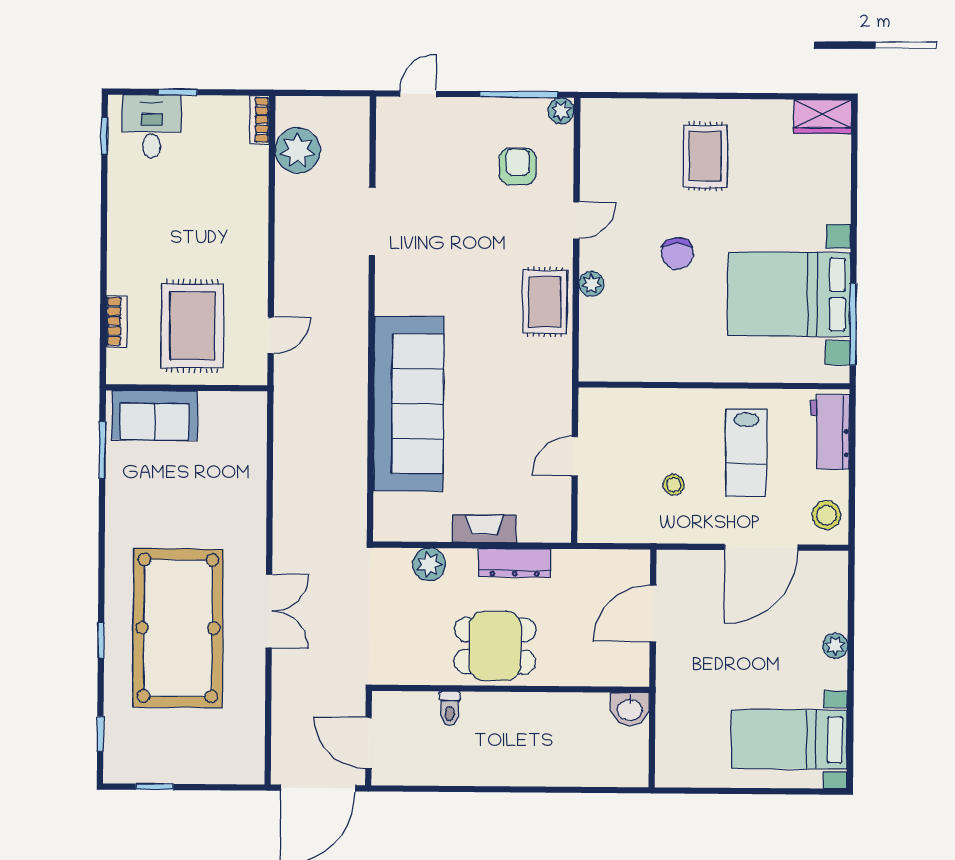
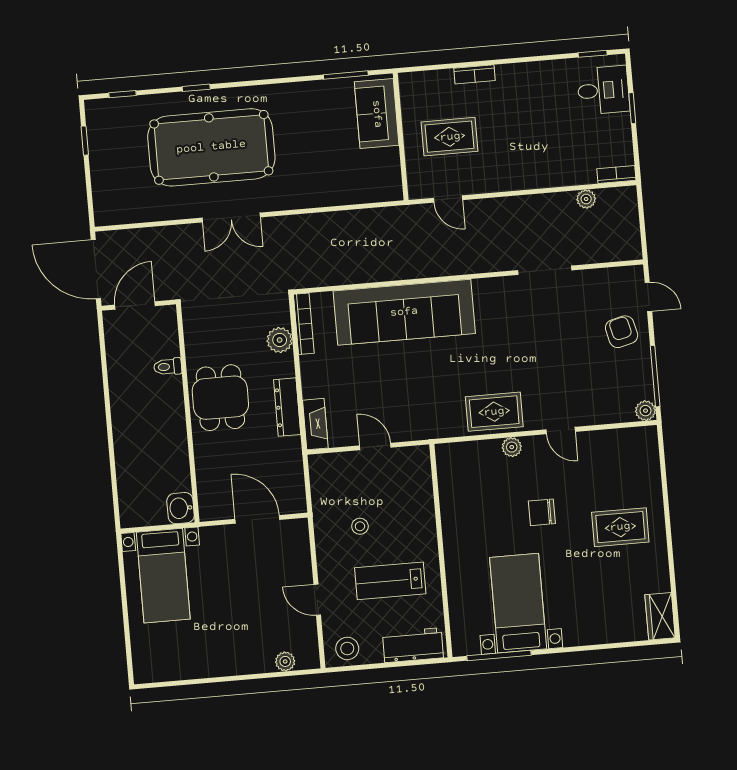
plant: (298, 150) -> (586, 199), width x0.53, depth x0.53
armchair: (518, 167) -> (622, 332), moved, turned -104
bed with nightstands: (789, 294) -> (518, 603), width x0.73
bookcase: (116, 321) -> (475, 74), moved
rug: (192, 326) -> (450, 137), width x0.73, depth x0.70
fireplace: (484, 529) -> (315, 424), moved
bookcase: (411, 532) -> (304, 324), added
door: (761, 547) -> (317, 600), width x0.53
plant: (835, 646) -> (285, 661), moved
bed with nightstands: (789, 739) -> (163, 576), moved, turned 180

